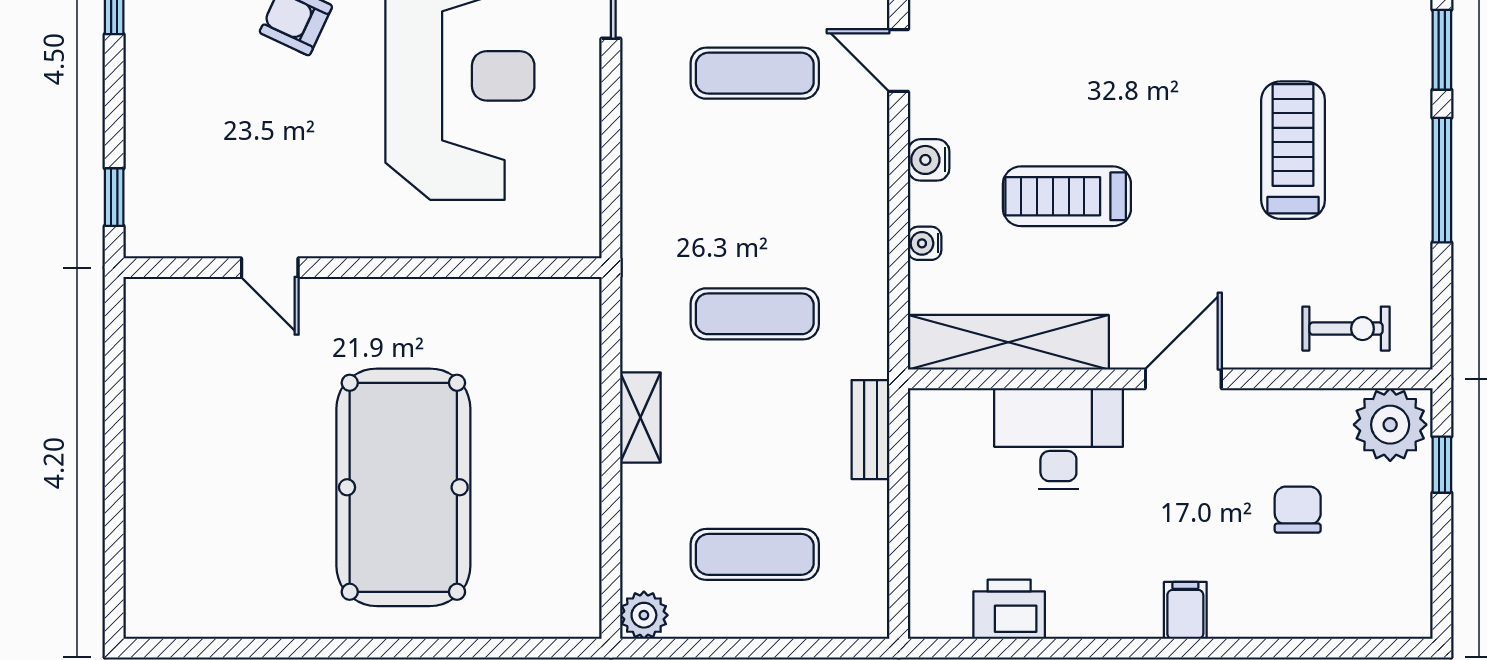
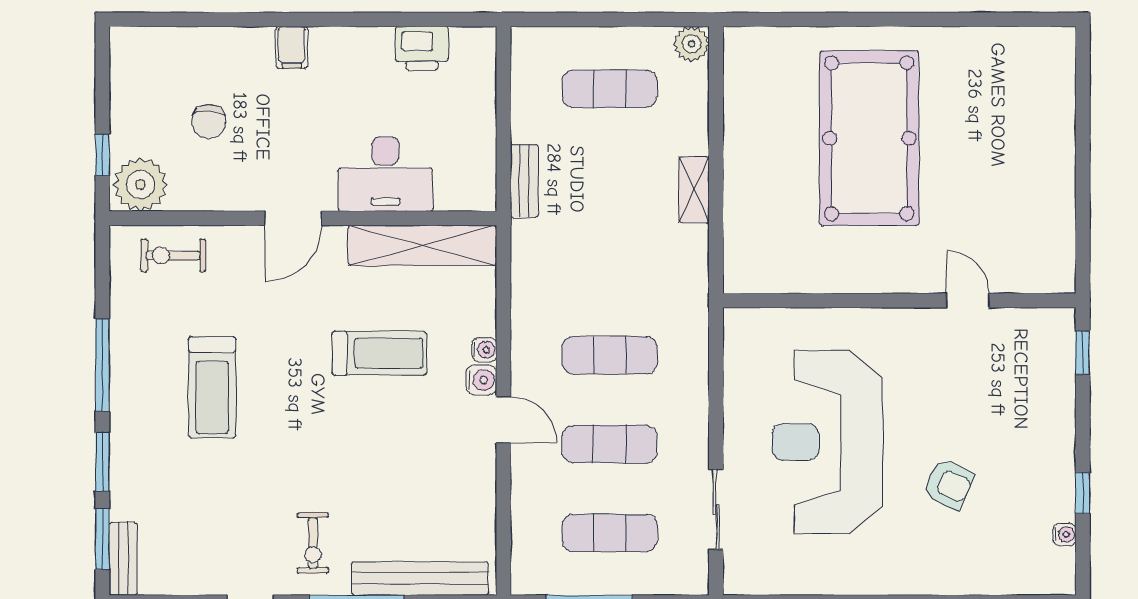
door: (899, 60) -> (503, 420), moved
water cooler: (925, 243) -> (484, 350), moved
exercise mat: (755, 314) -> (610, 355), moved

